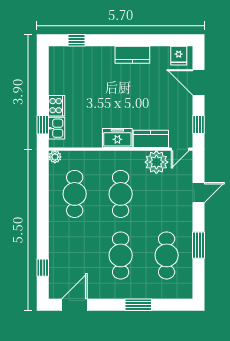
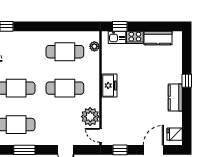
window: (76, 40) -> (187, 81), moved
kitchen counter: (151, 139) -> (158, 38), moved, turned 90
plant: (55, 157) -> (94, 46), moved

